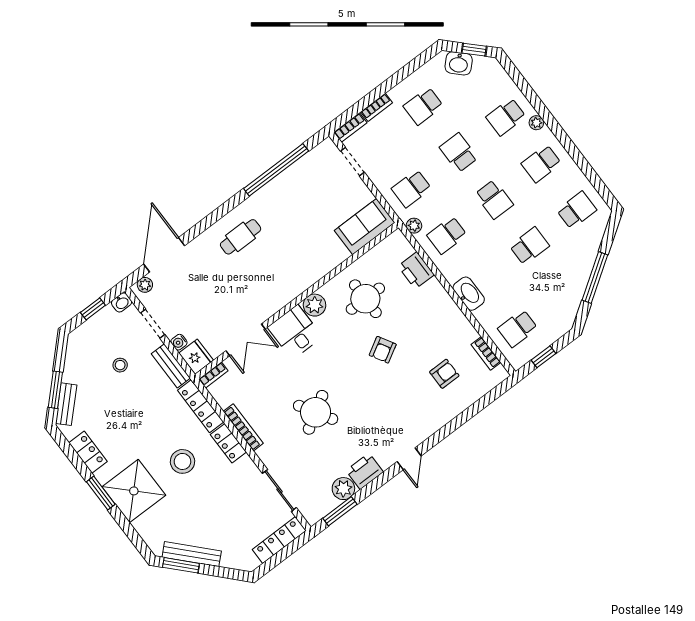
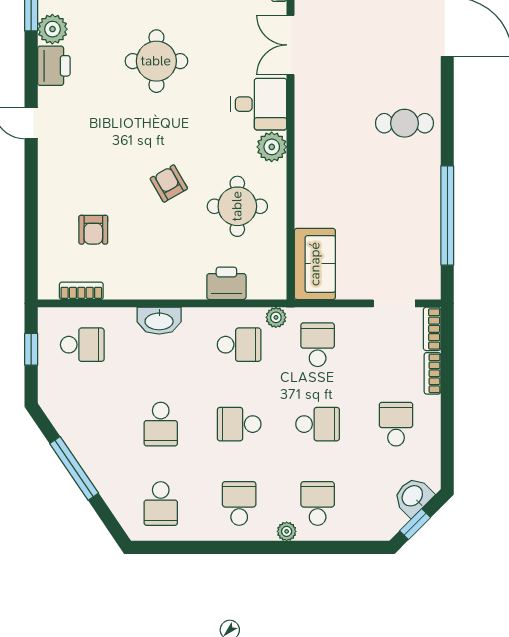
school desk: (447, 235) -> (239, 345), turned 90
cafe table: (241, 237) -> (404, 123), turned 90
school desk: (518, 328) -> (82, 345), turned 90
round table: (316, 412) -> (156, 61), turned 31

